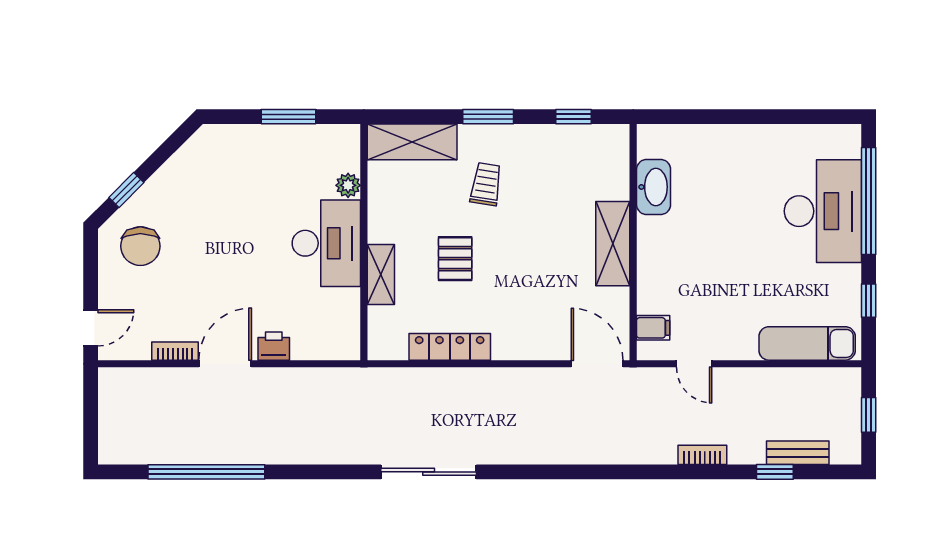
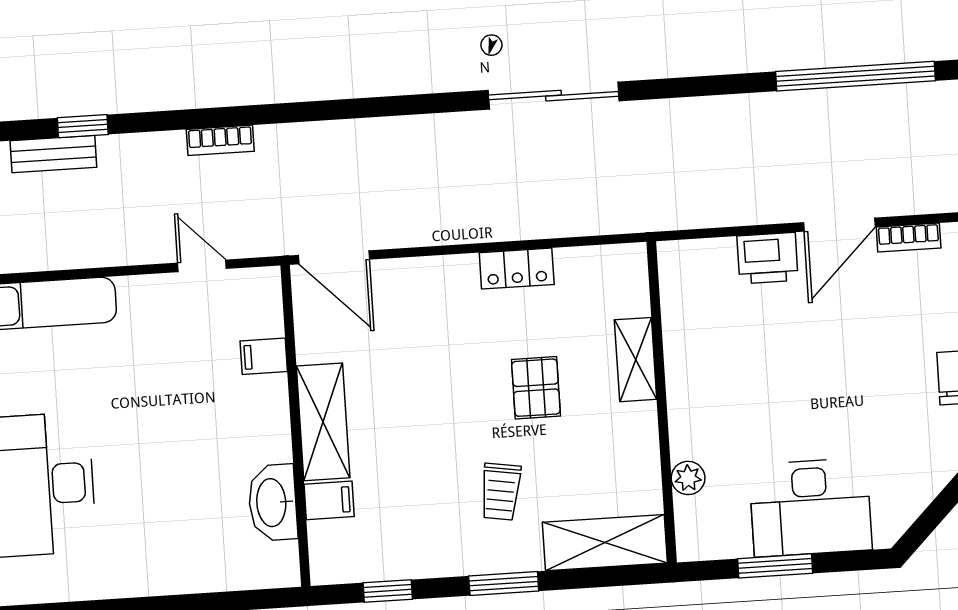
filing cabinet: (612, 186) -> (329, 500), added
desk: (326, 243) -> (810, 507), moved, turned -90
filing cabinet: (653, 328) -> (264, 356), moved
printer: (274, 346) -> (767, 258), width x1.36, depth x1.24
locker: (450, 347) -> (517, 269), width x0.66
bookcase: (702, 455) -> (220, 140), moved

